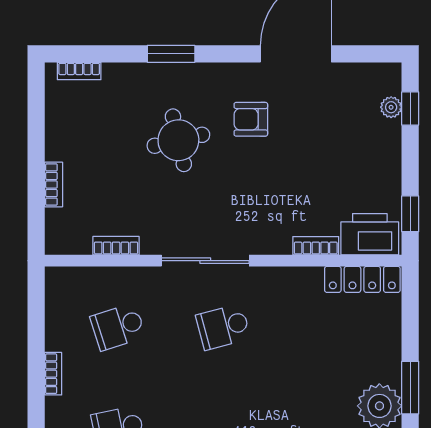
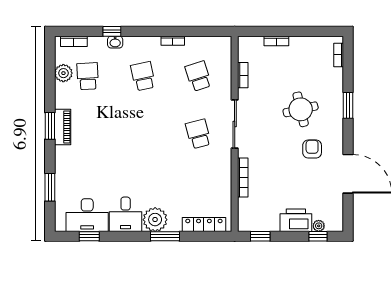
printer: (370, 234) -> (296, 220), moved, turned -90
bookcase: (316, 246) -> (243, 178), width x1.56
locker: (362, 279) -> (204, 225), moved, turned 90

